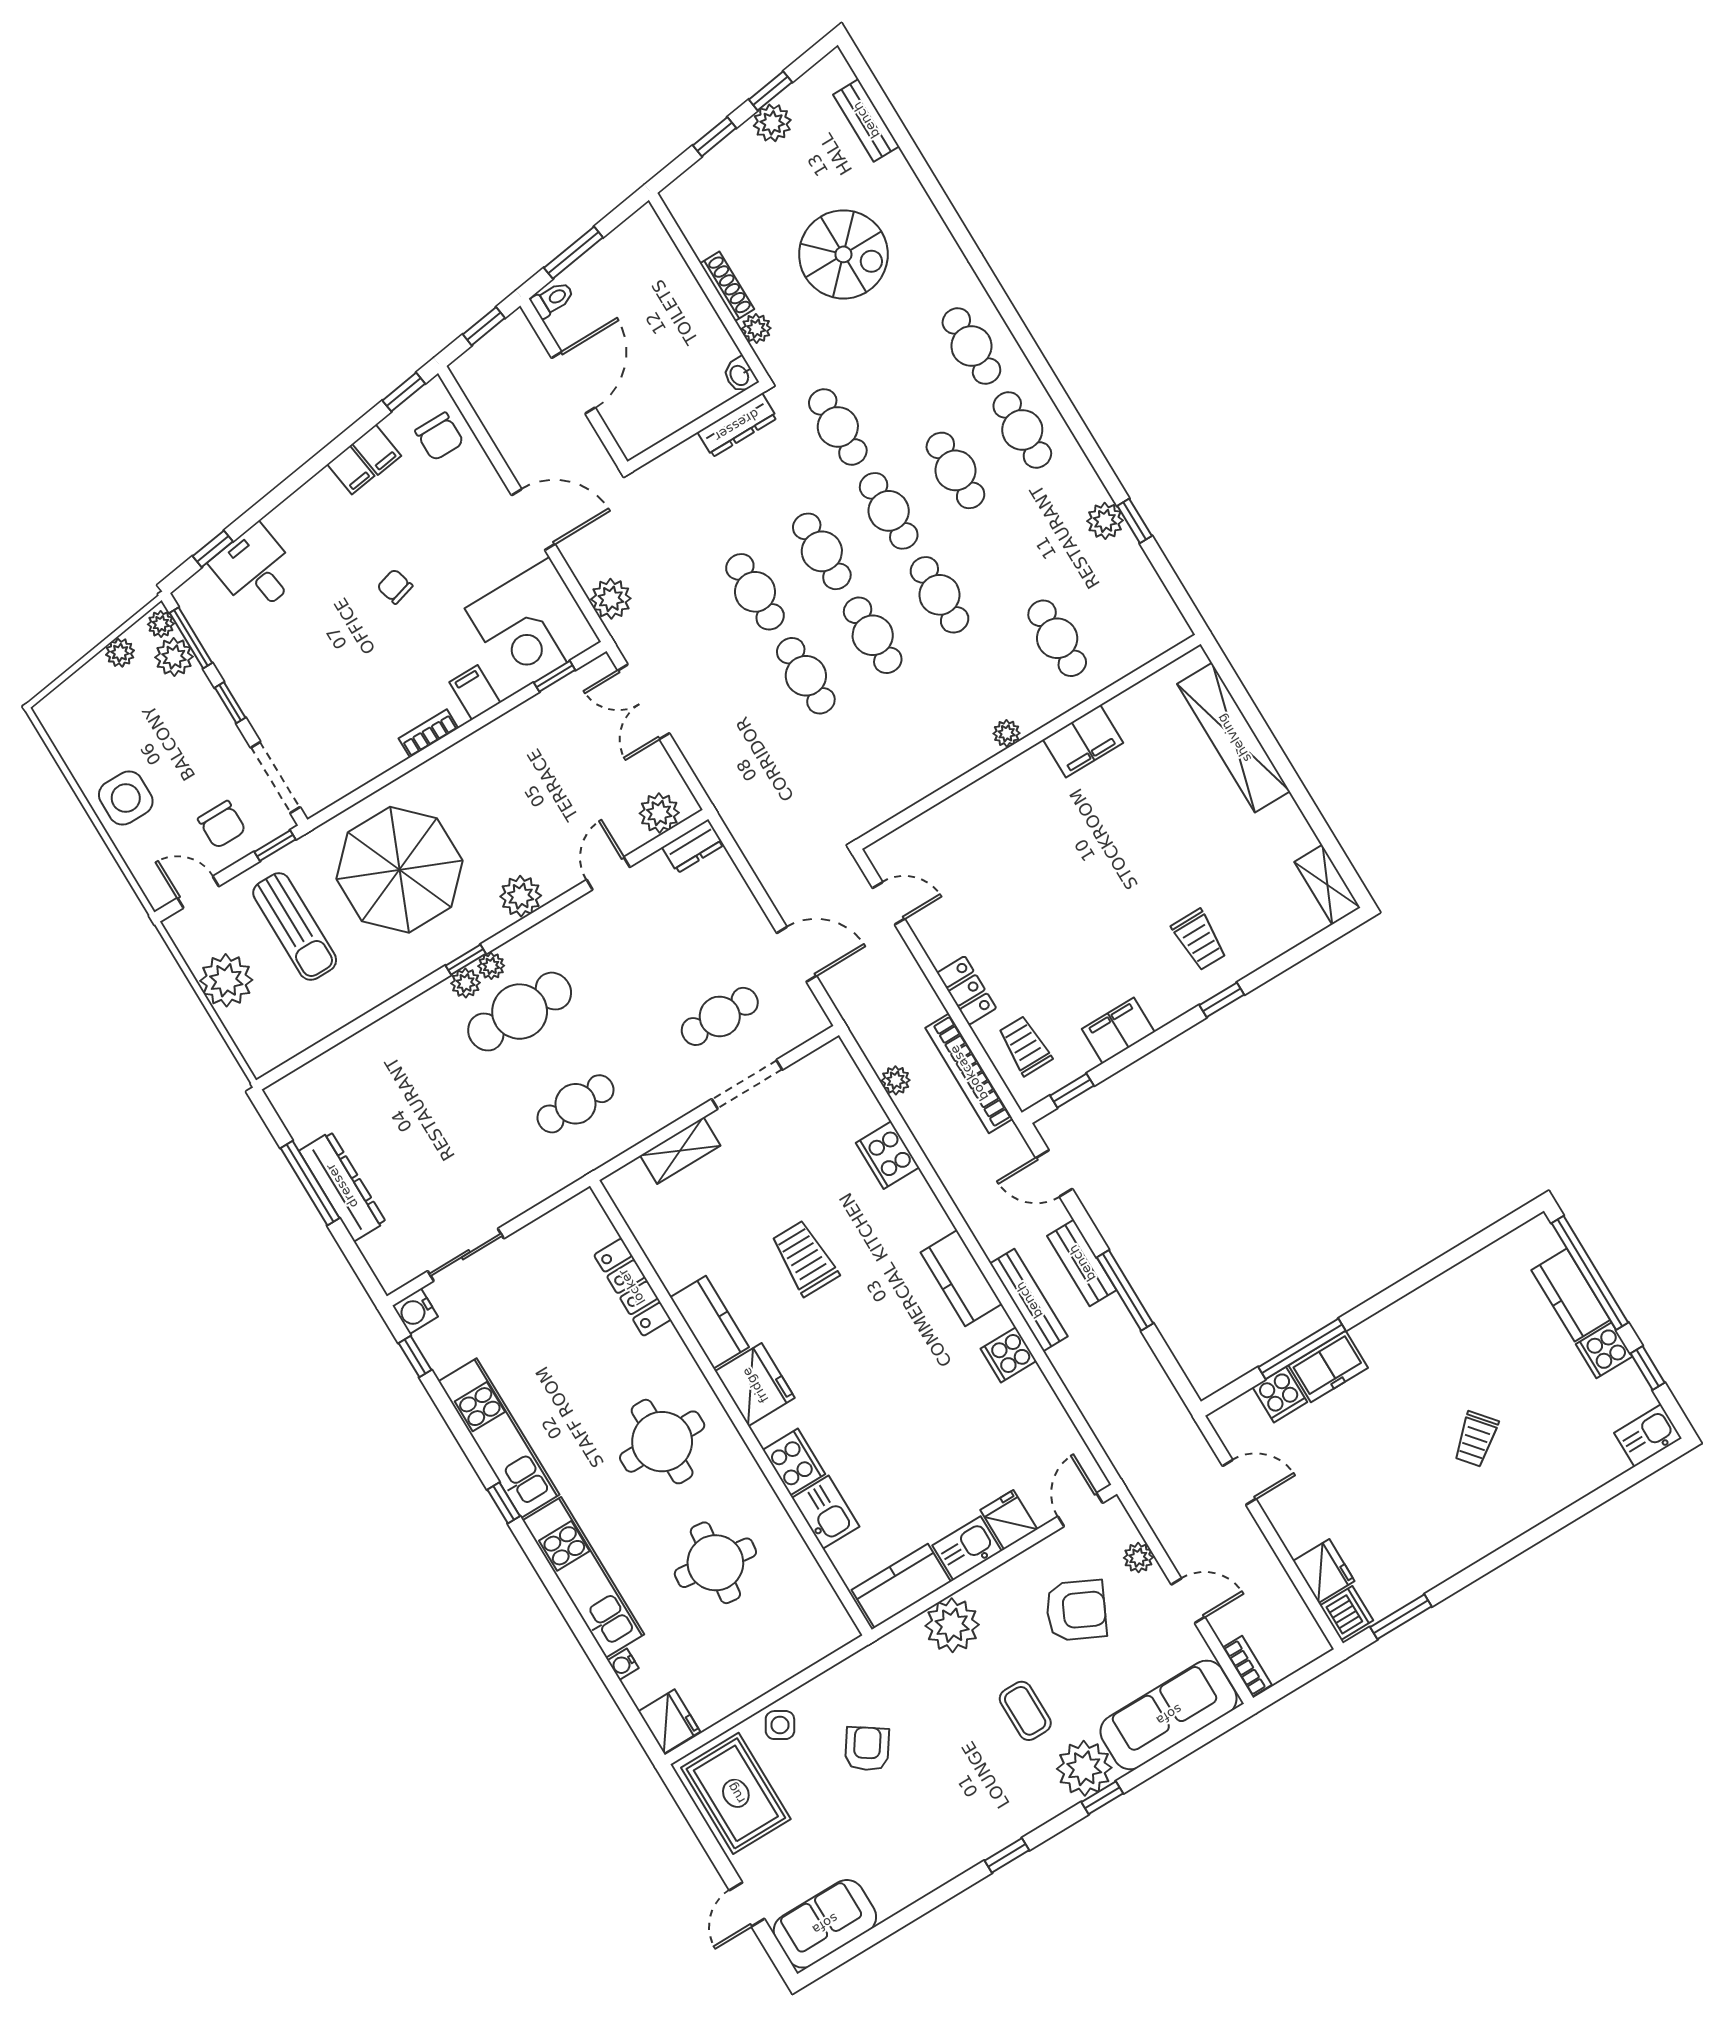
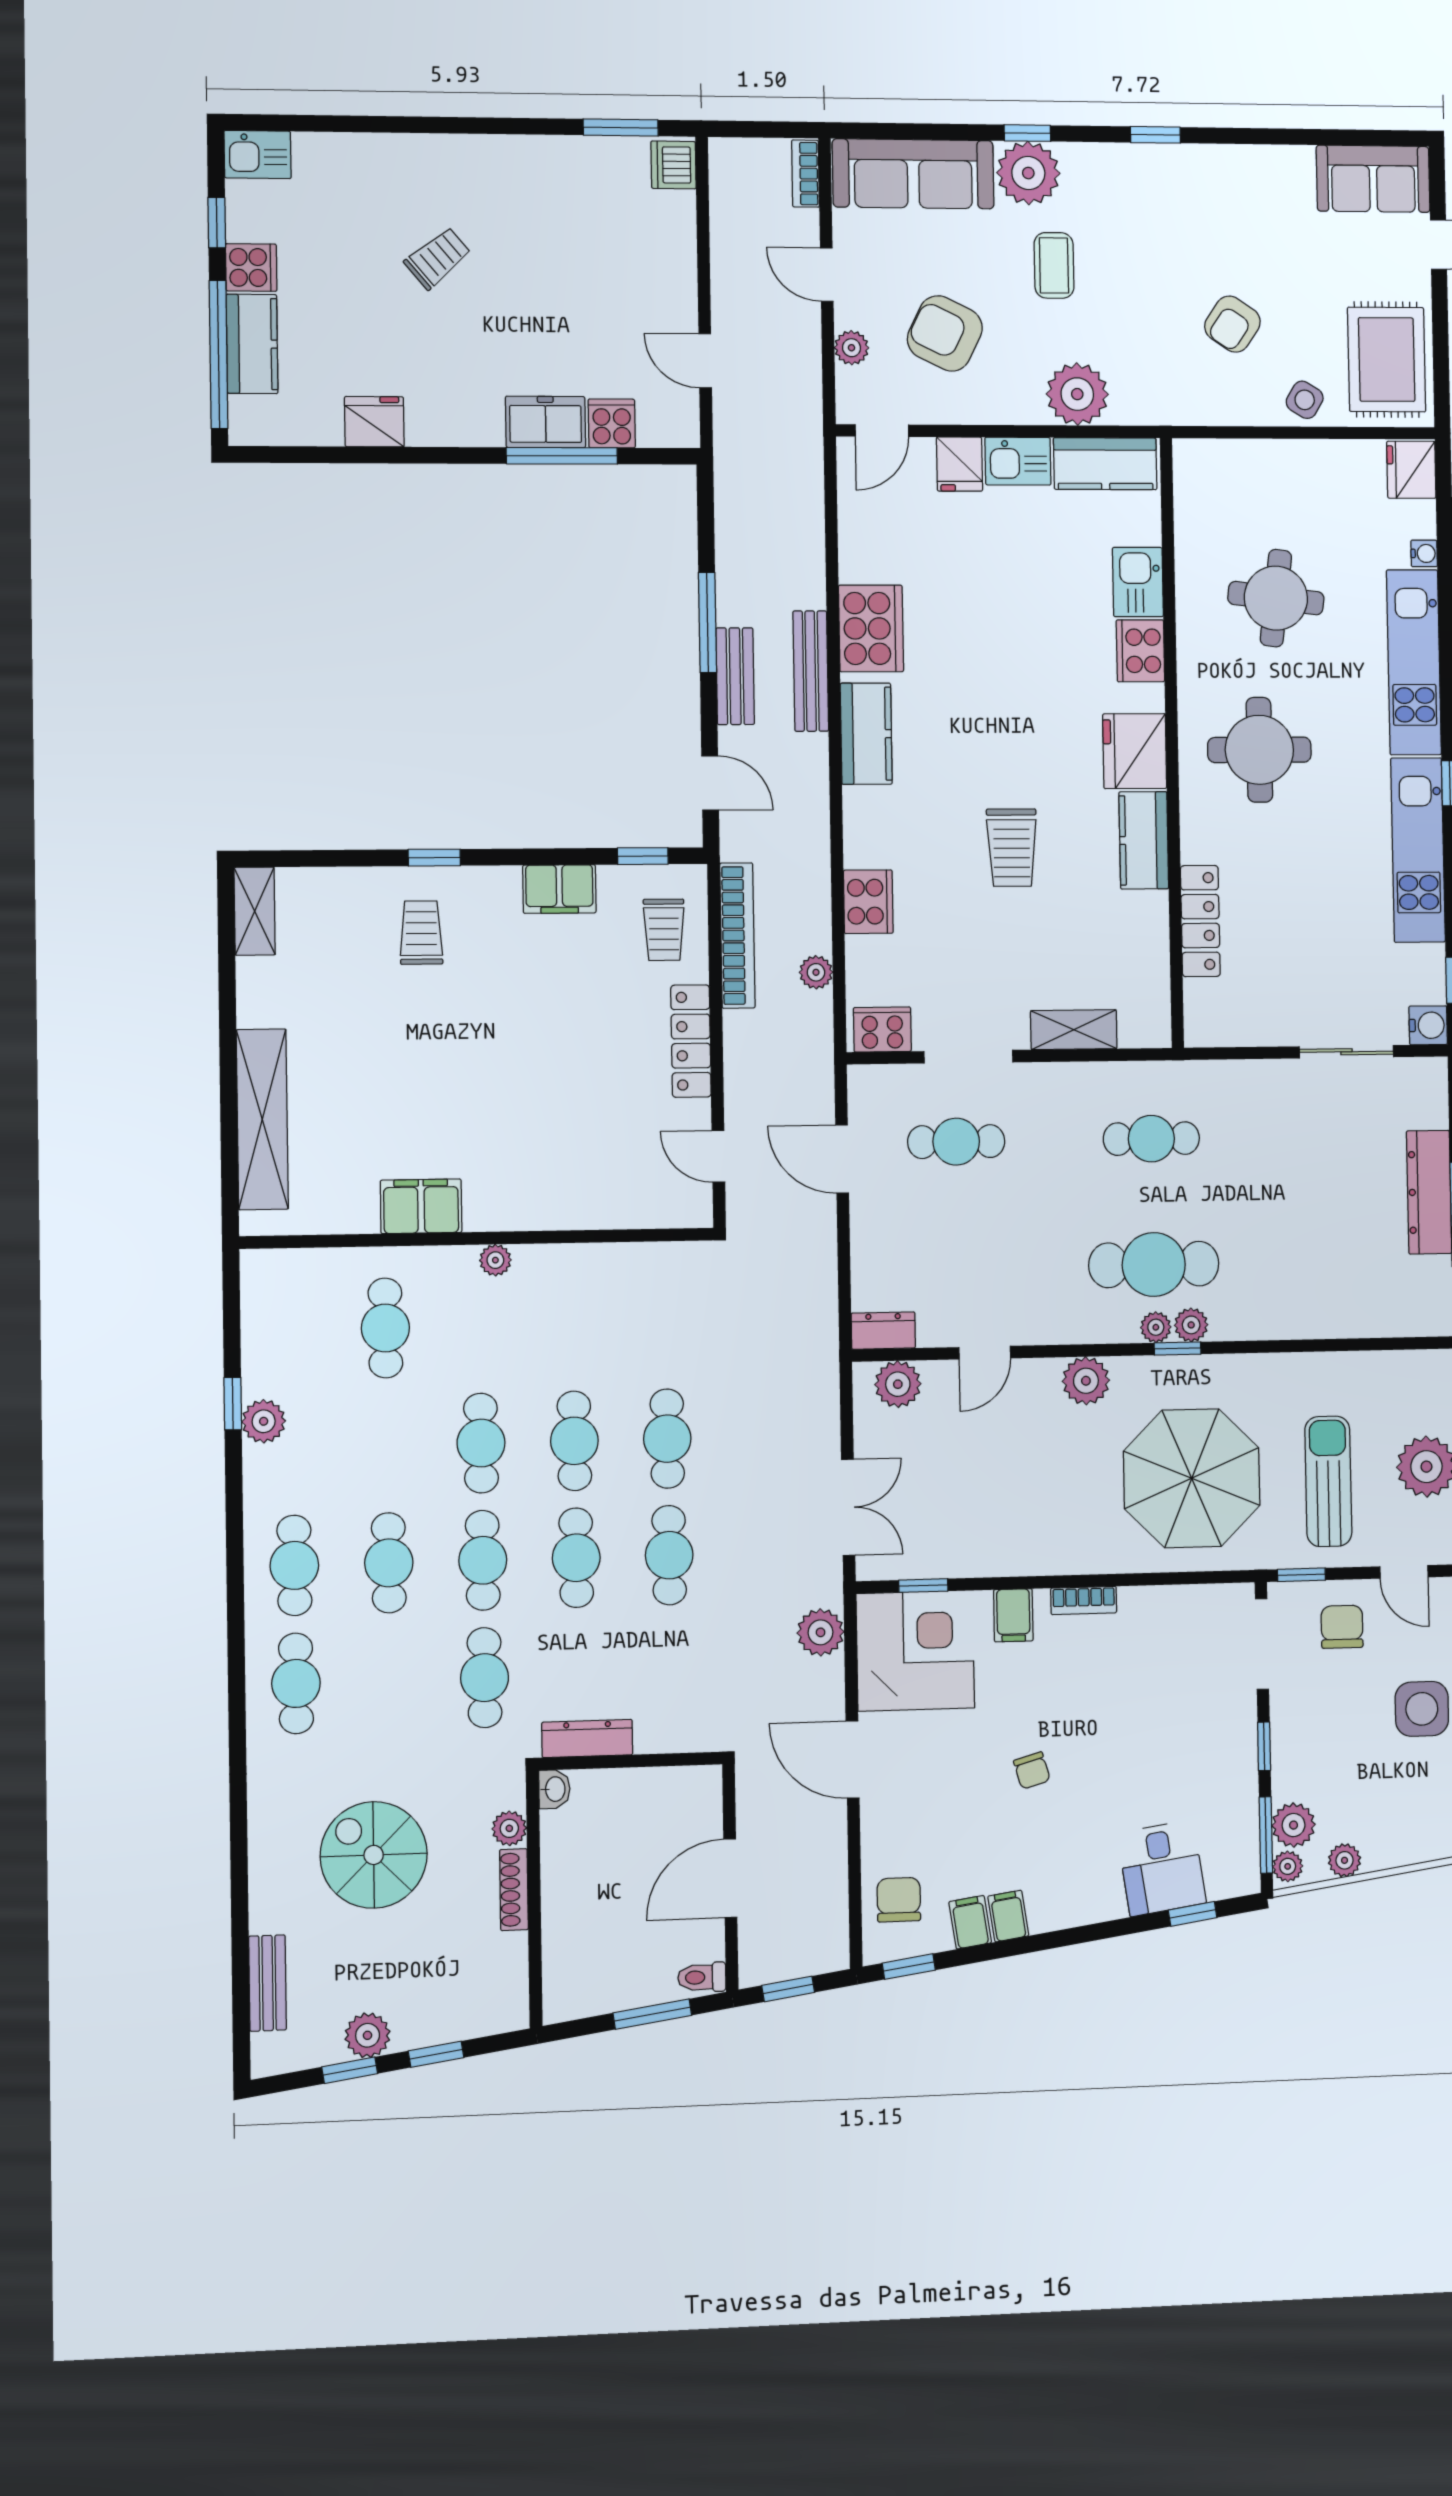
locker: (967, 990) -> (691, 1041), width x1.53
cooker: (822, 1067) -> (882, 1029), added
cooker: (1009, 1355) -> (871, 628), width x1.87, depth x1.31
fridge: (1324, 1571) -> (374, 422), moved, turned 90

